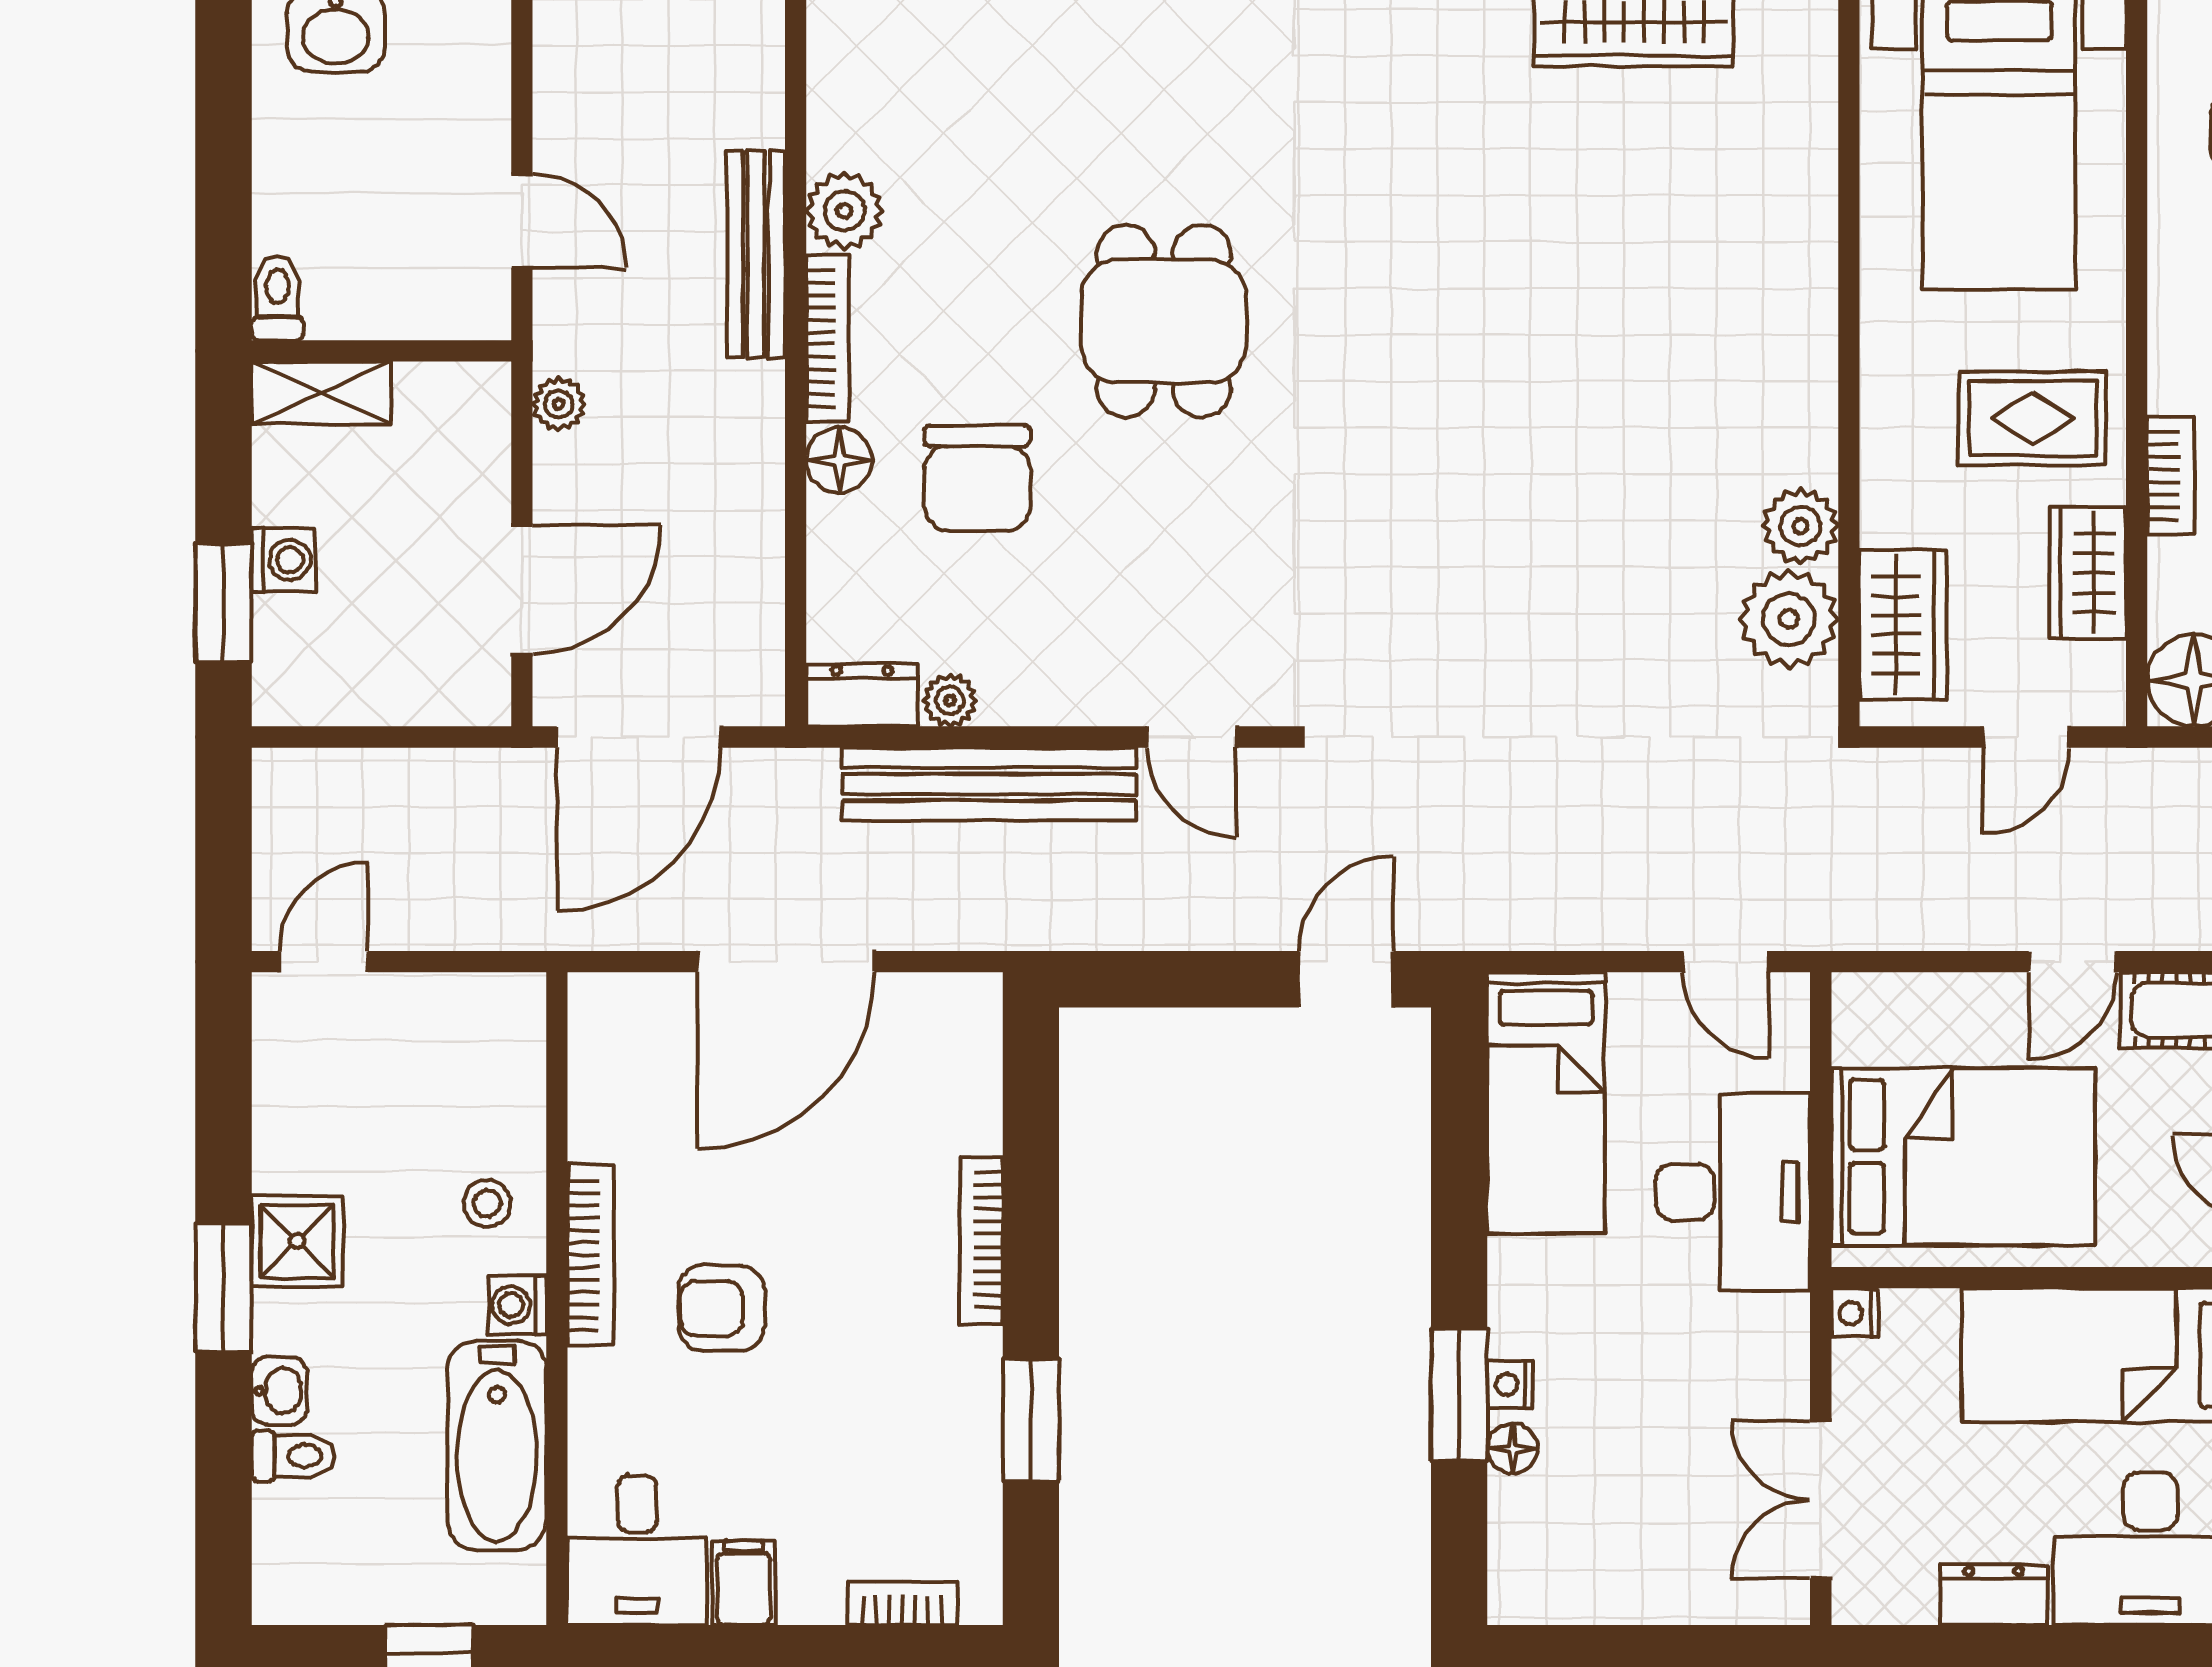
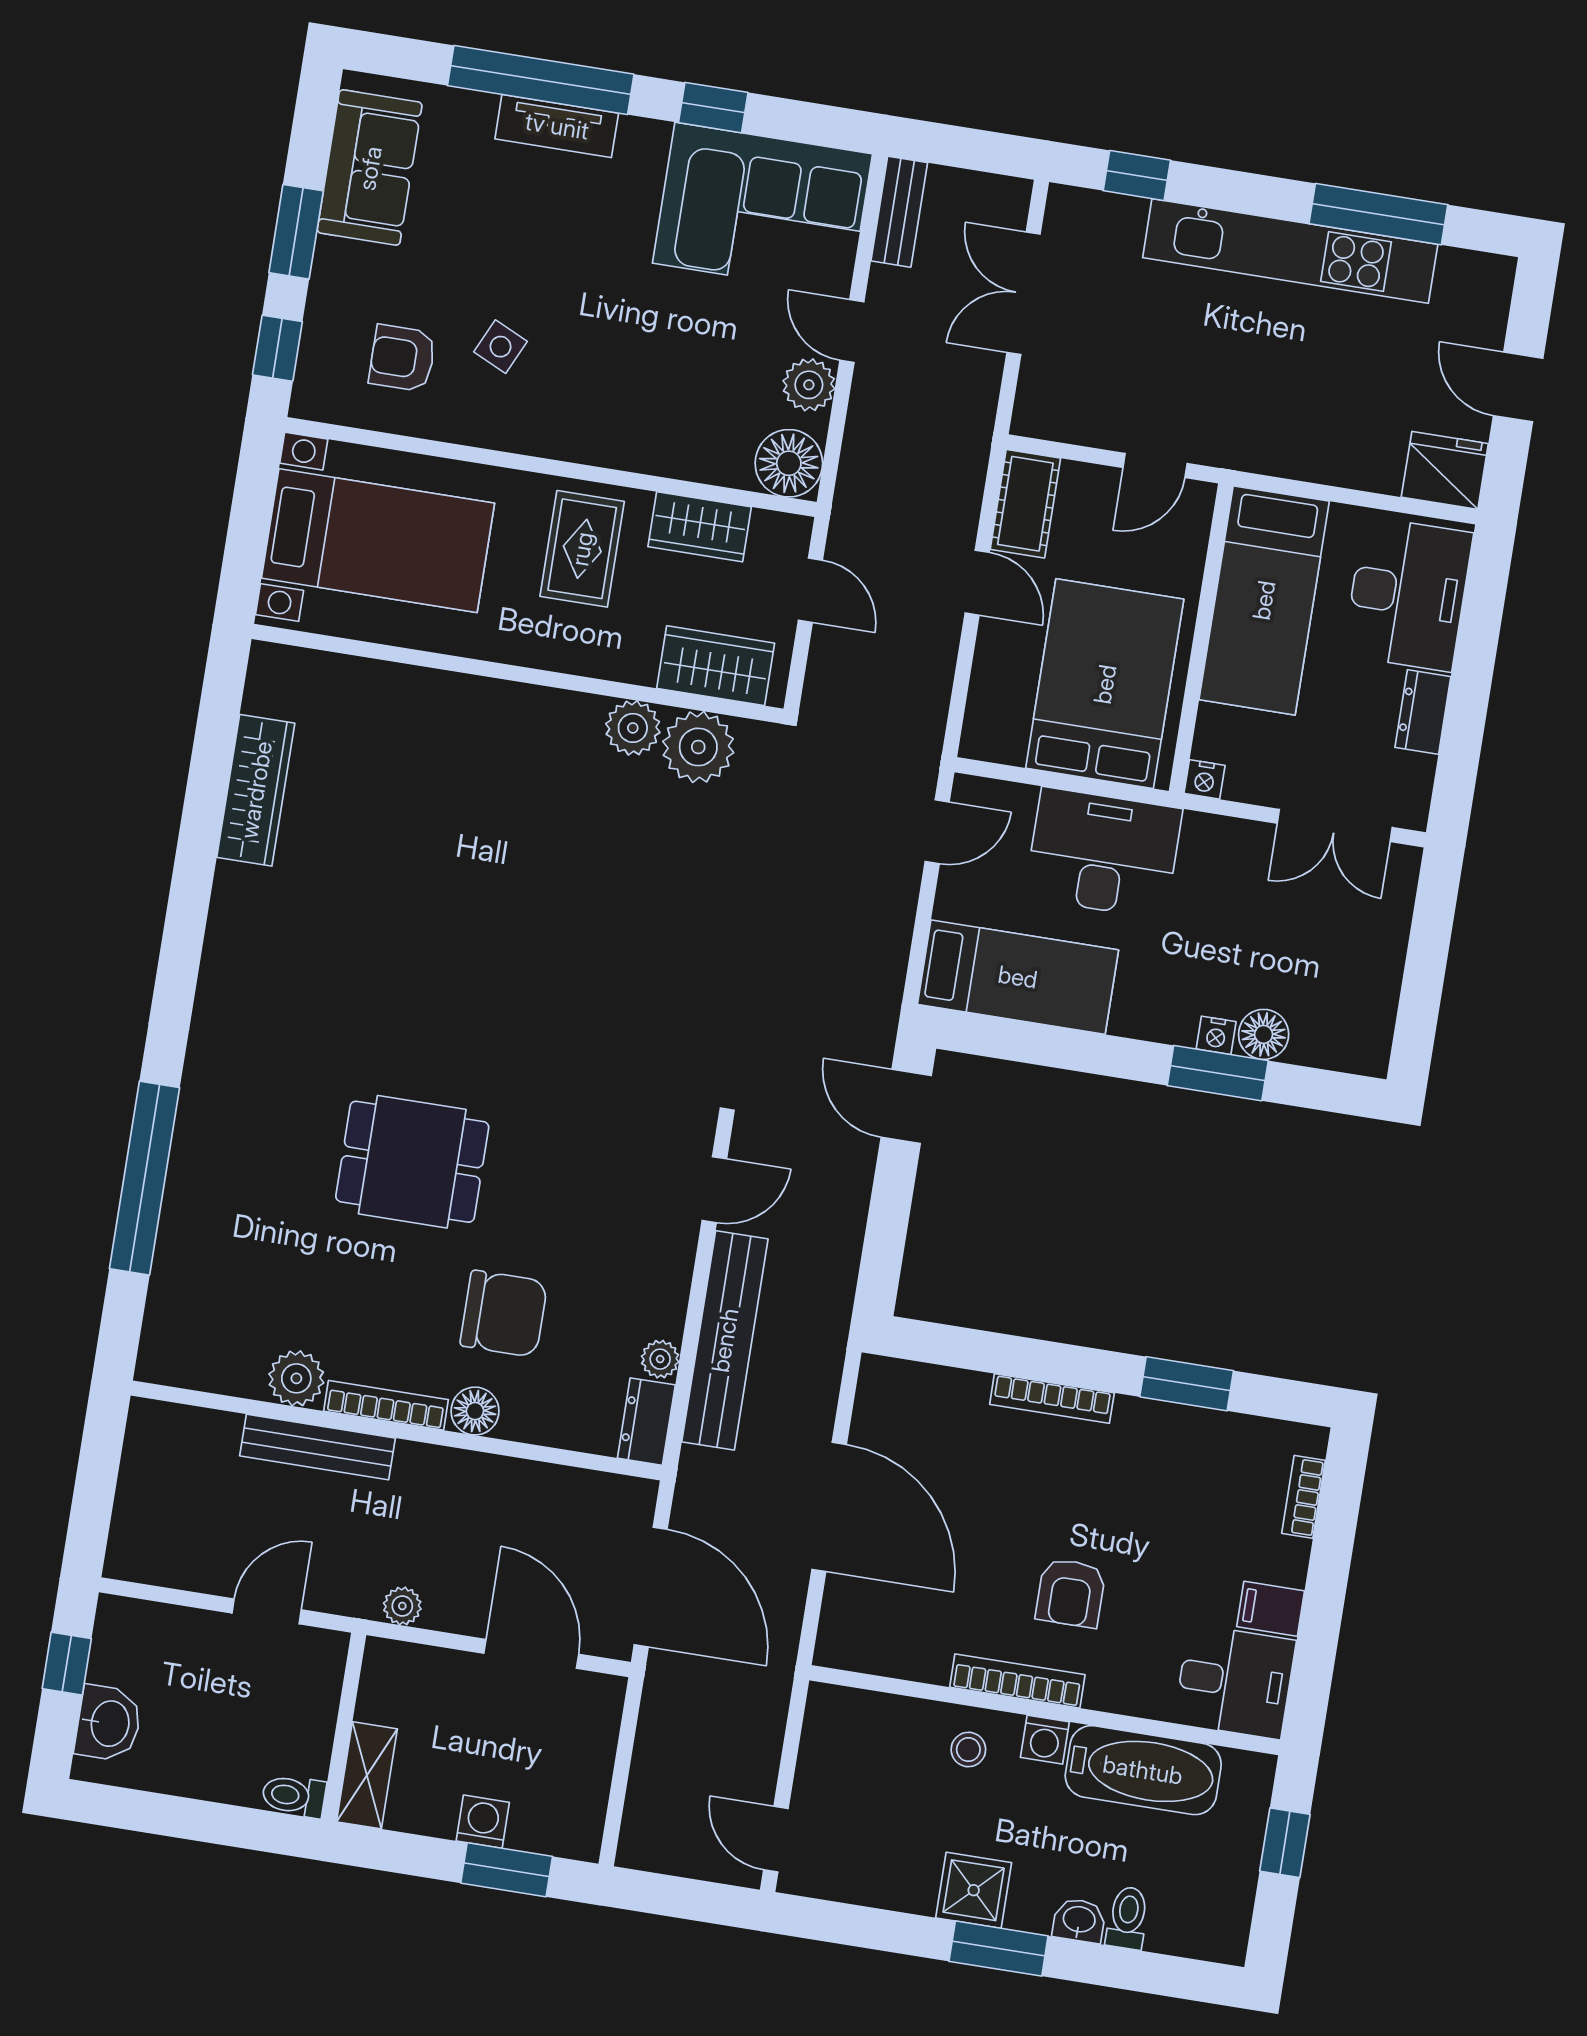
bookcase: (2171, 476) -> (639, 456), removed
floor lamp: (1512, 1449) -> (1264, 1034), width x1.37, depth x1.37

